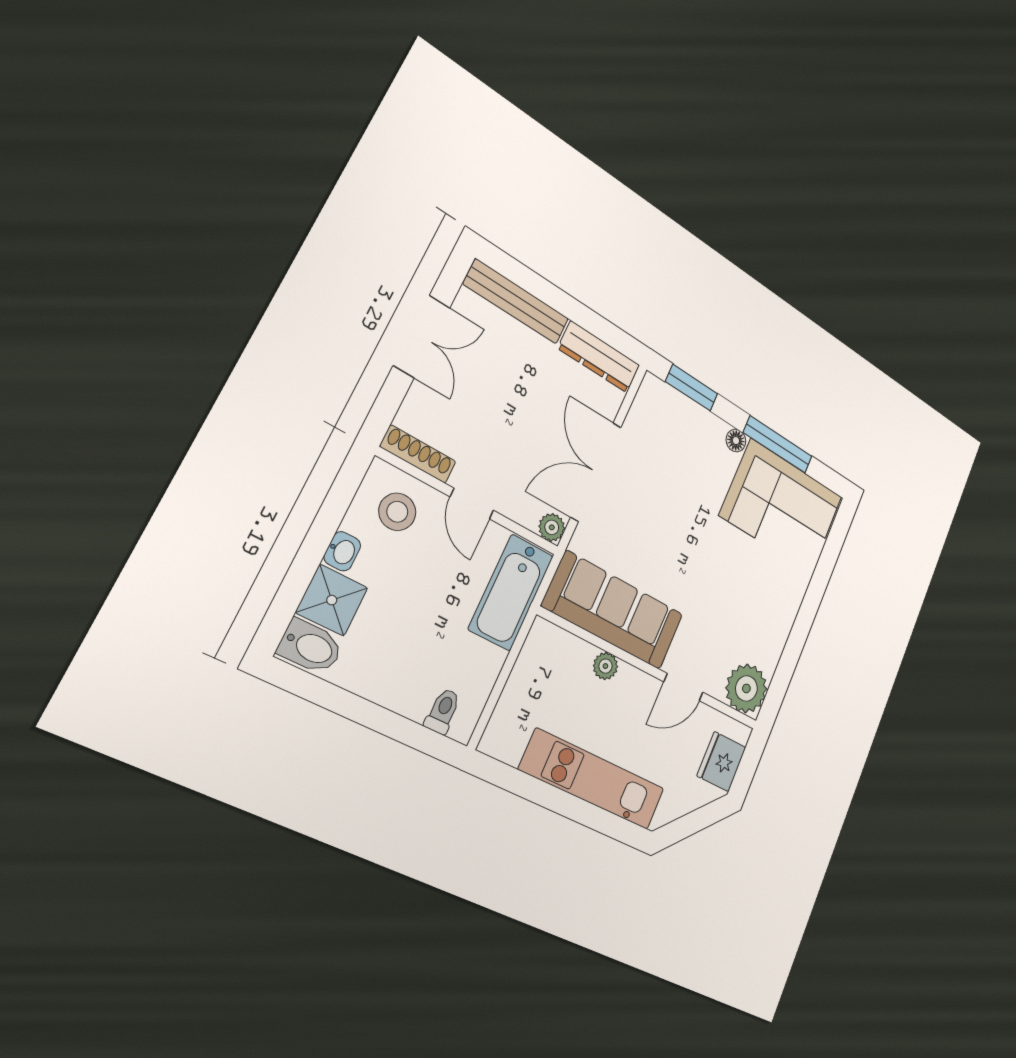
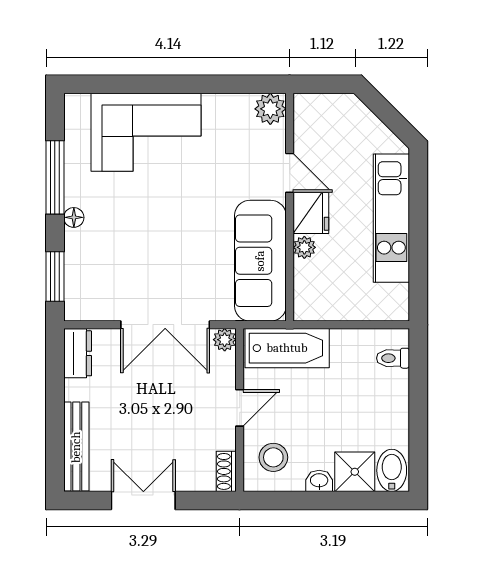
dresser: (599, 357) -> (78, 353), width x0.70
shoe rack: (418, 454) -> (226, 471), width x0.70
corner sofa: (782, 506) -> (146, 132), moved, turned 90
plant: (746, 688) -> (270, 109), width x0.73, depth x0.73
fridge: (721, 762) -> (311, 213), moved, turned -90

